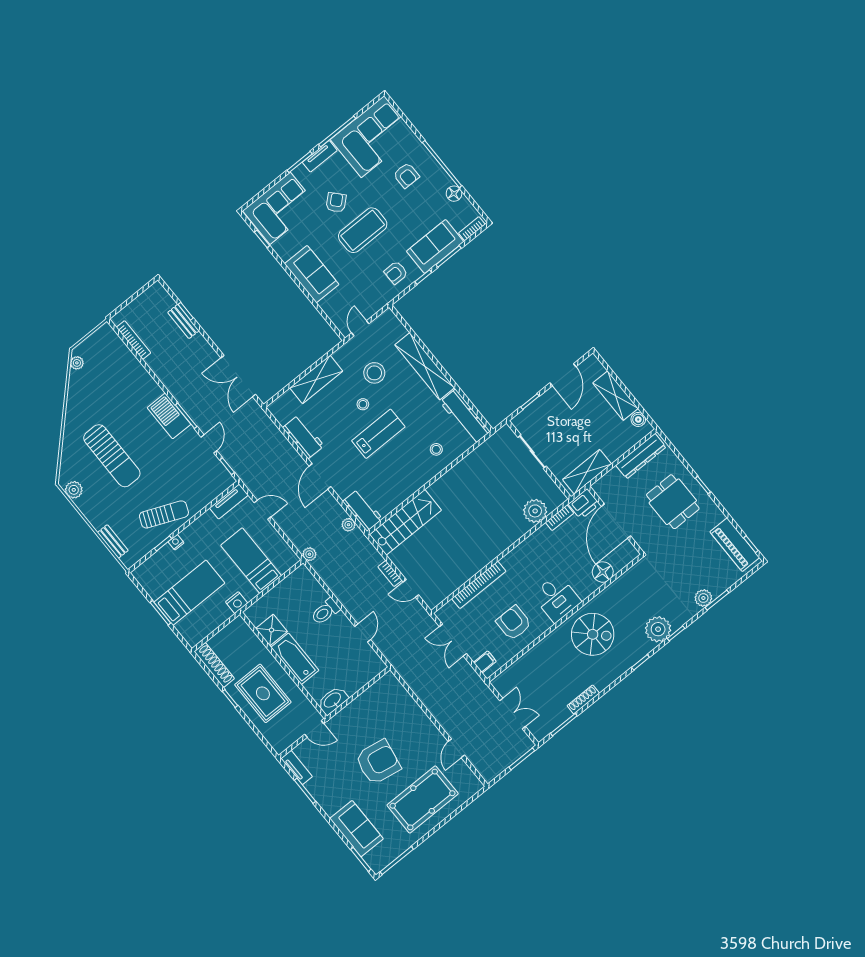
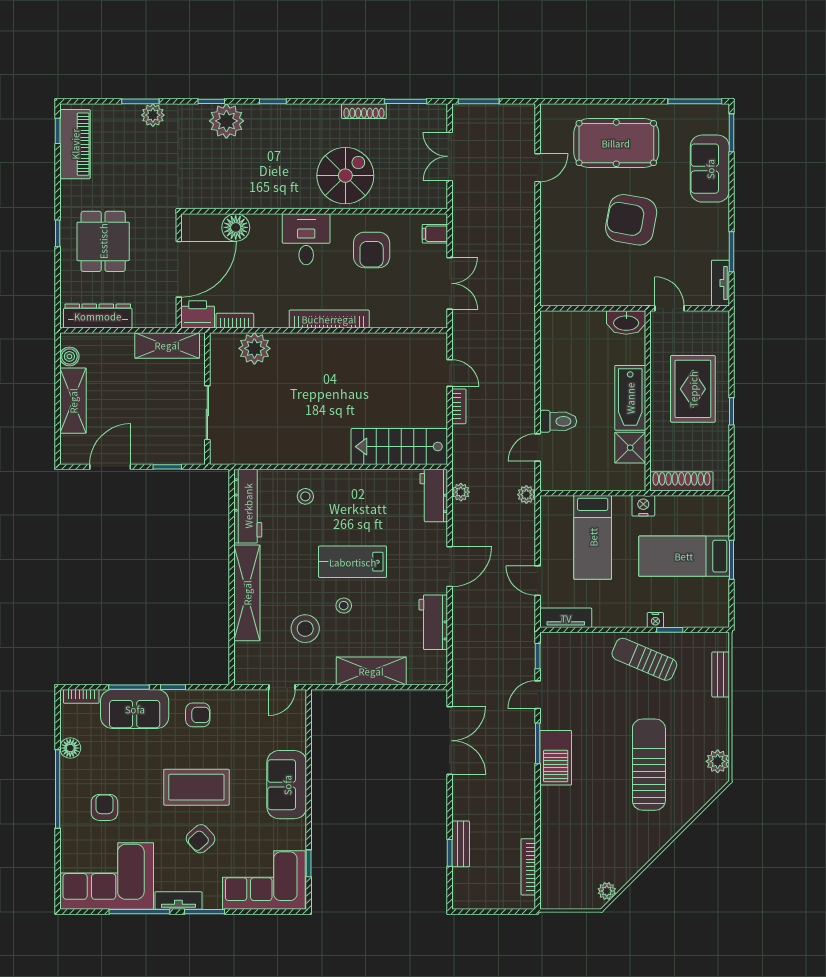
bookcase: (479, 585) -> (329, 319), moved
door: (363, 633) -> (538, 448), moved
spiral stairs: (593, 634) -> (345, 176), moved, turned 90
shoe rack: (214, 665) -> (681, 481), moved, turned 90

